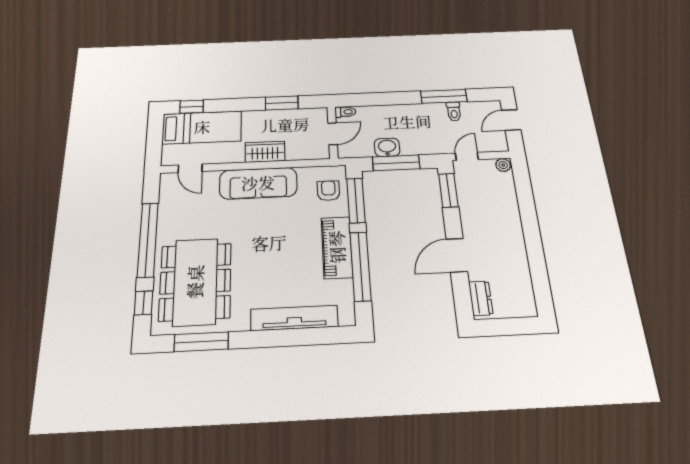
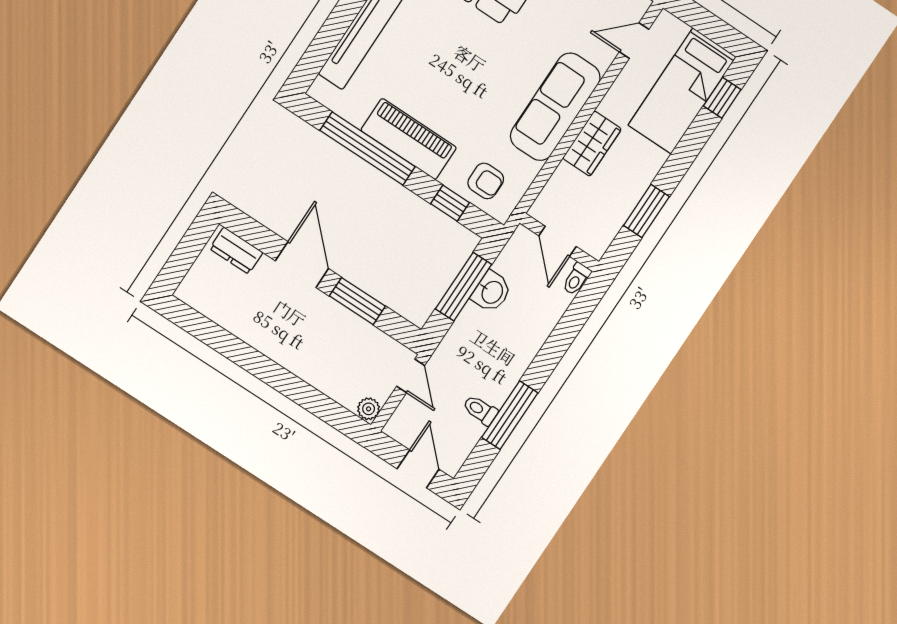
window: (448, 190) -> (357, 301), moved
window: (356, 200) -> (450, 203), width x0.46

